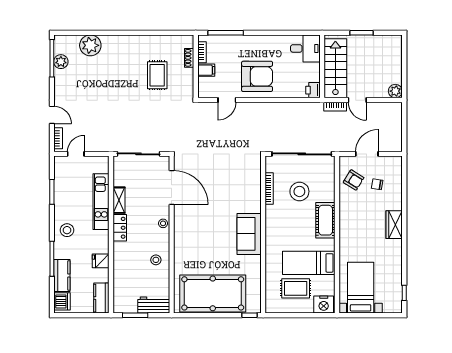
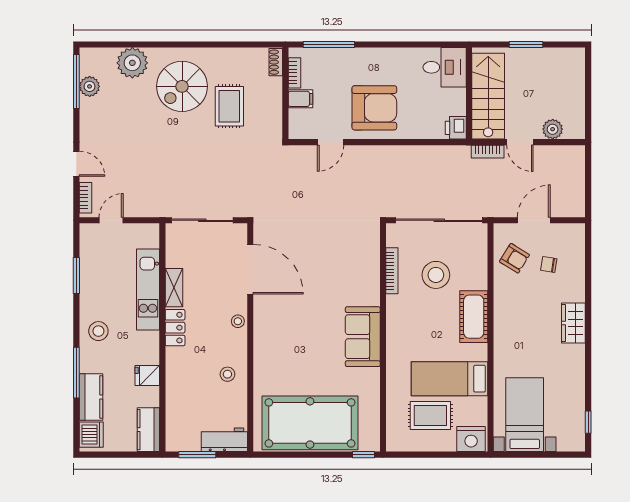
shoe rack: (189, 58) -> (276, 62), moved
spiral stairs: (125, 62) -> (182, 86), added
plant: (395, 91) -> (553, 129), moved

